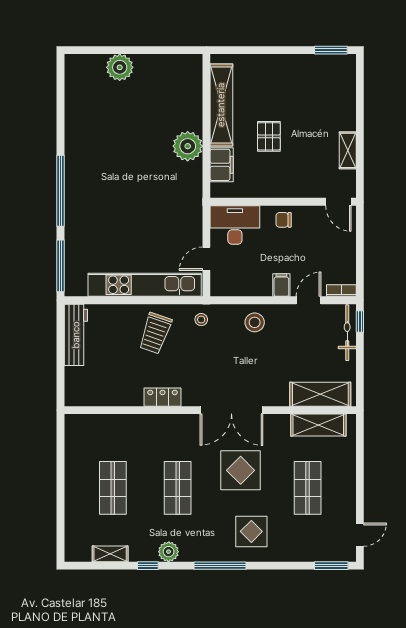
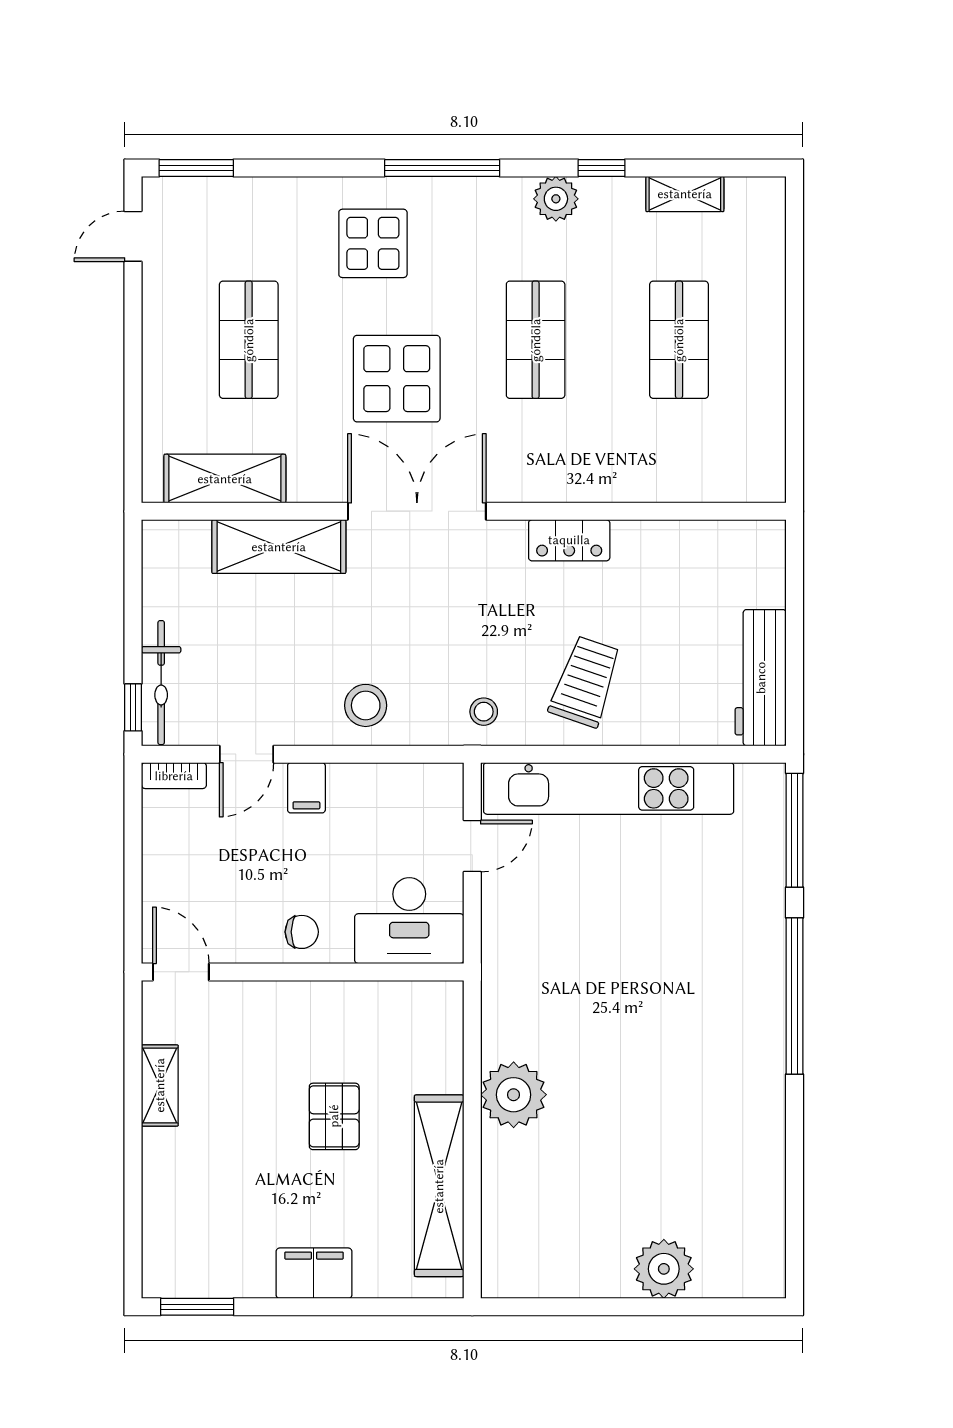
filing cabinet: (222, 165) -> (314, 1273), moved, turned 90
shelving: (320, 394) -> (279, 547), moved

